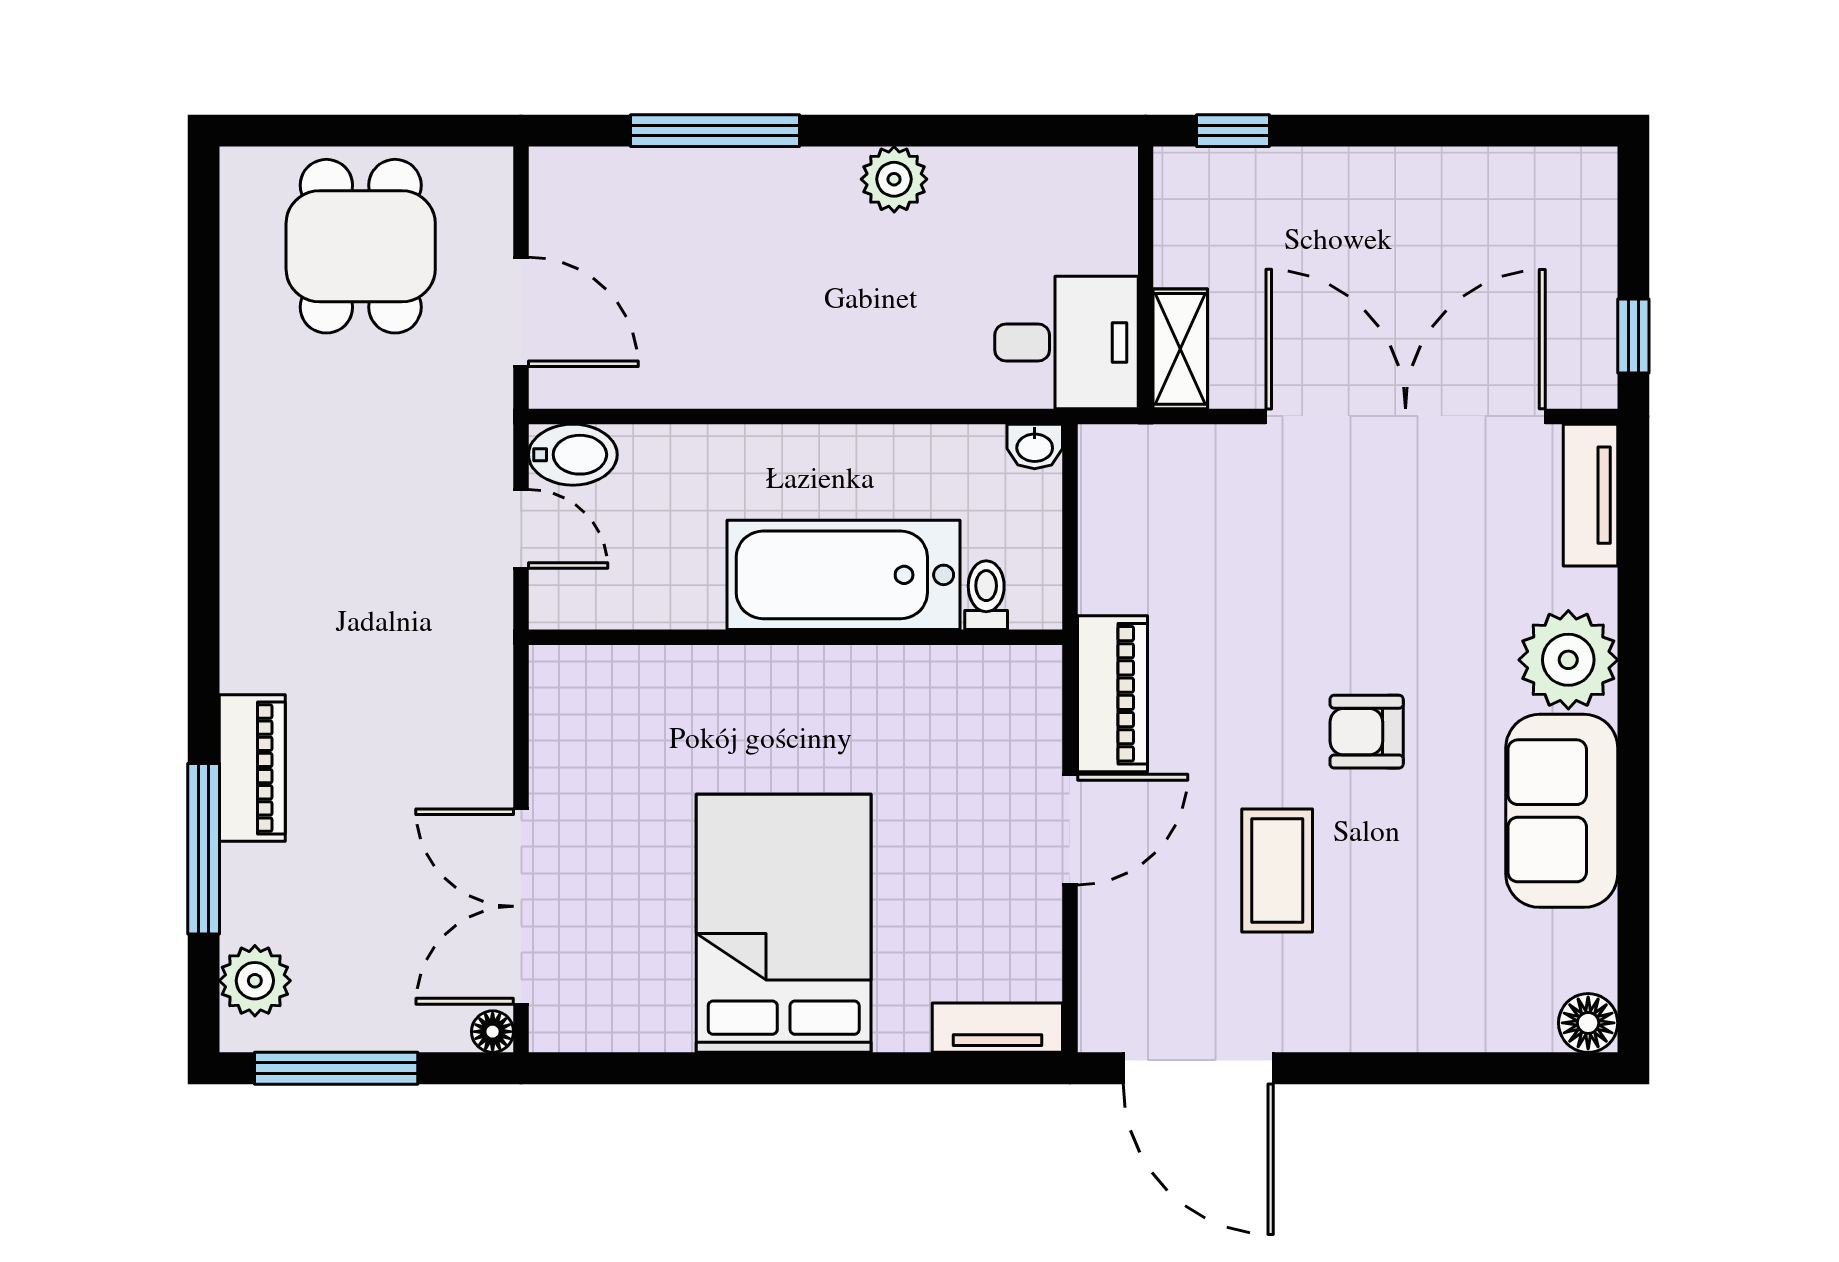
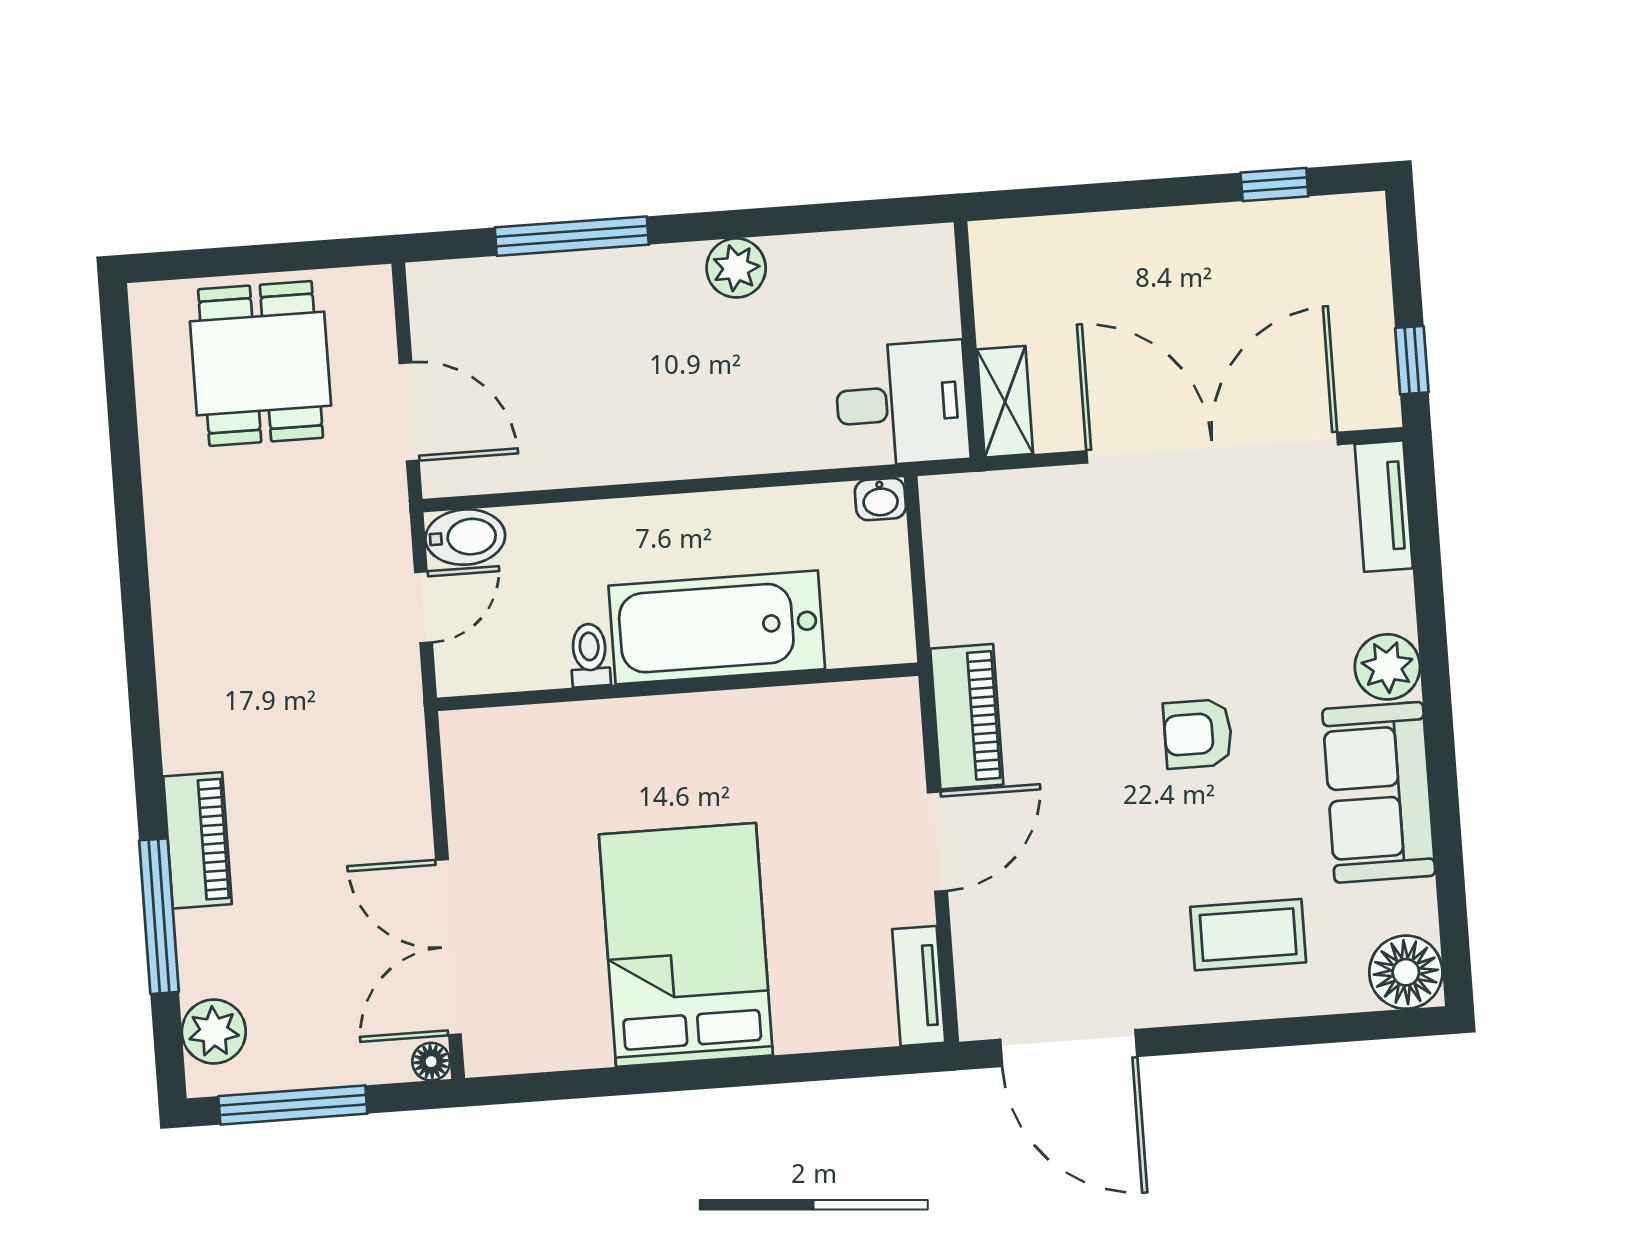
window: (1233, 131) -> (1274, 184), moved
door: (521, 529) -> (424, 607), hinge flipped
toilet: (986, 595) -> (590, 655), moved
plant: (1568, 660) -> (1387, 667), width x0.73, depth x0.73
coffee table: (1277, 871) -> (1248, 935), moved, turned 90
floor lamp: (1588, 1023) -> (1406, 972), width x1.38, depth x1.38
tv unit: (997, 1028) -> (919, 986), moved, turned -90

